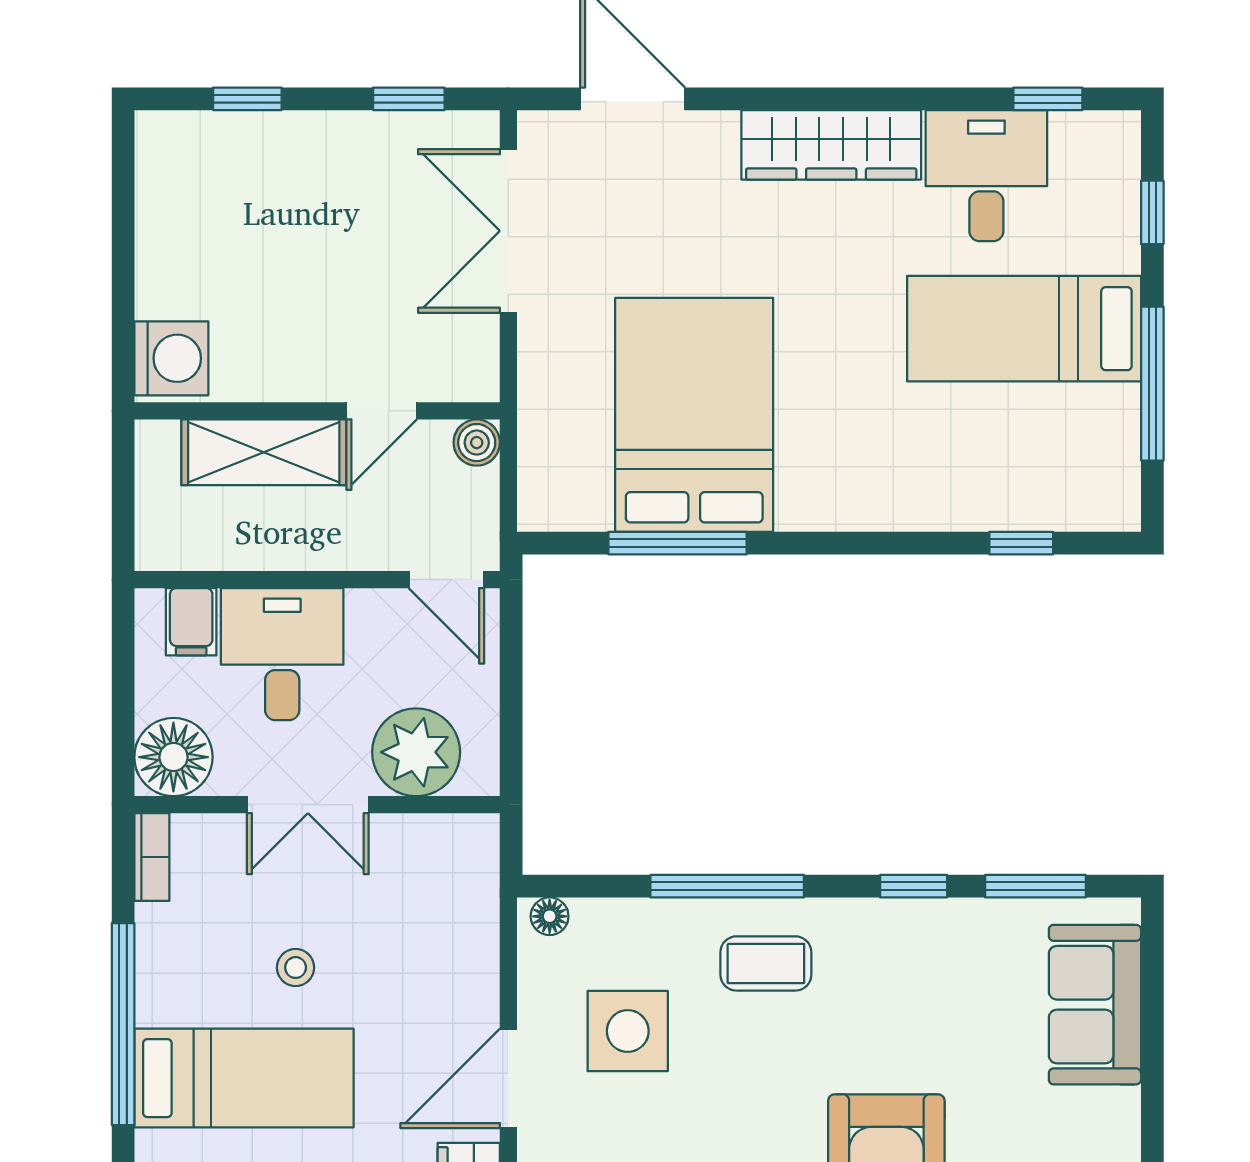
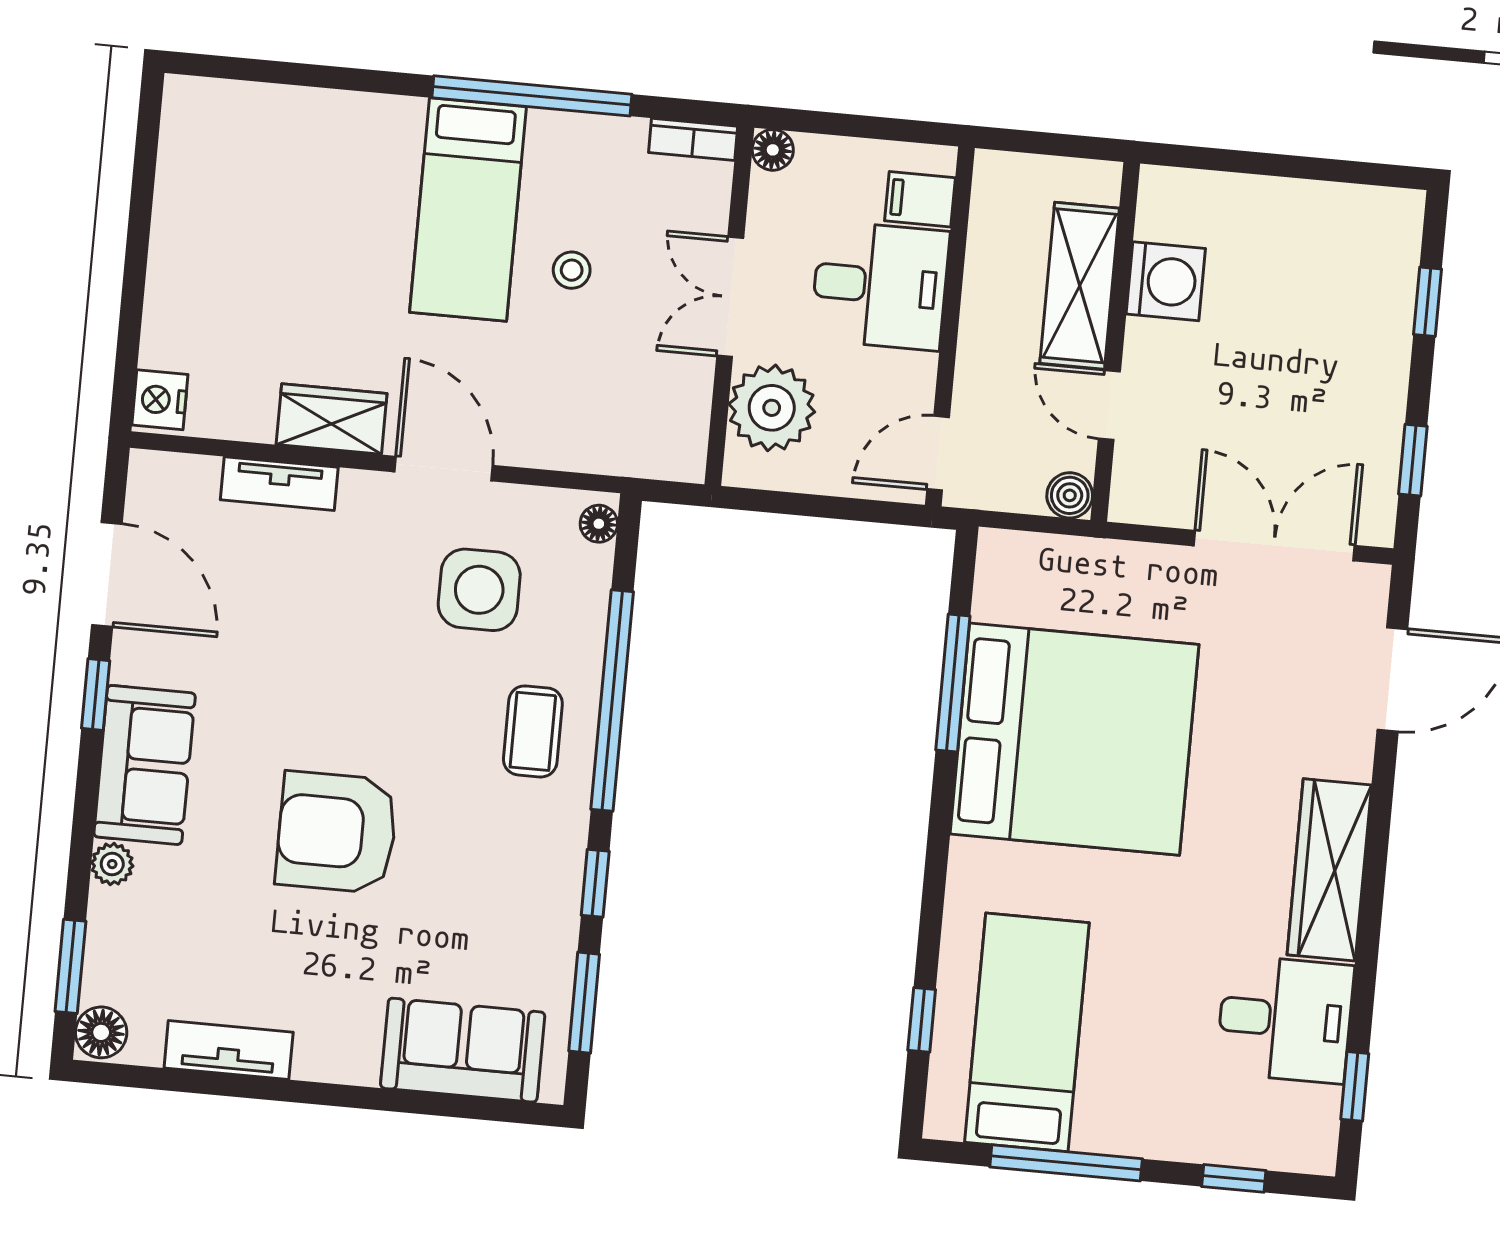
bed: (1024, 329) -> (1027, 1032), moved
washing machine: (171, 358) -> (1166, 281), moved, turned -90
bed: (694, 415) -> (1074, 739), width x1.36
floor lamp: (173, 757) -> (773, 150), width x0.53, depth x0.53
window: (727, 886) -> (612, 701), width x1.46

